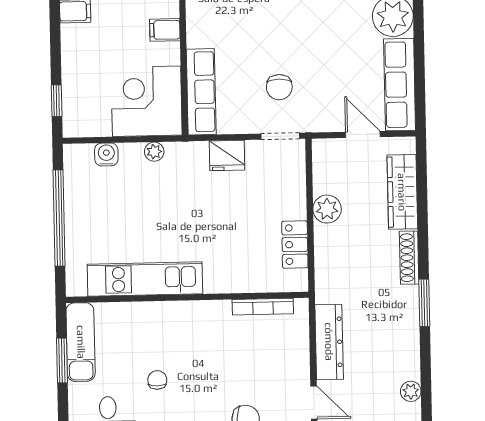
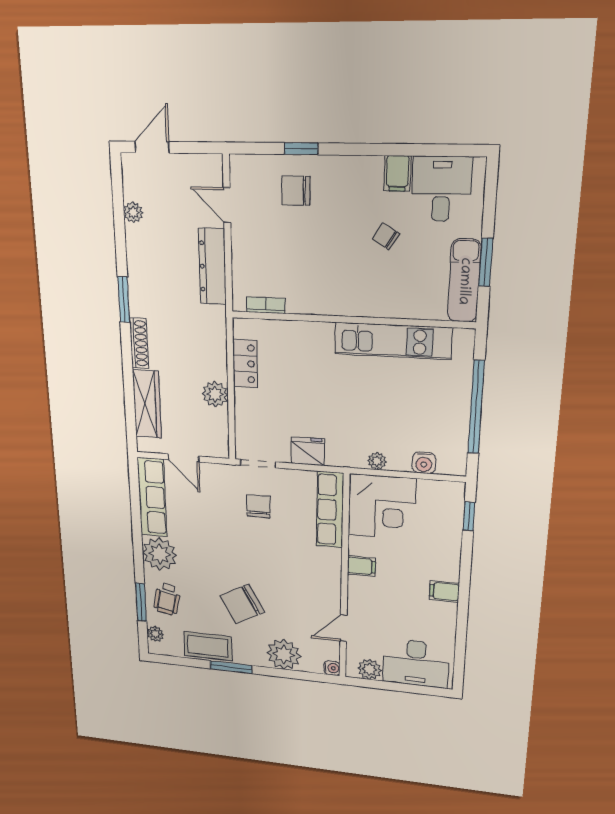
bookcase: (263, 307) -> (266, 305), width x0.64
chair: (157, 380) -> (386, 236), turned 122

